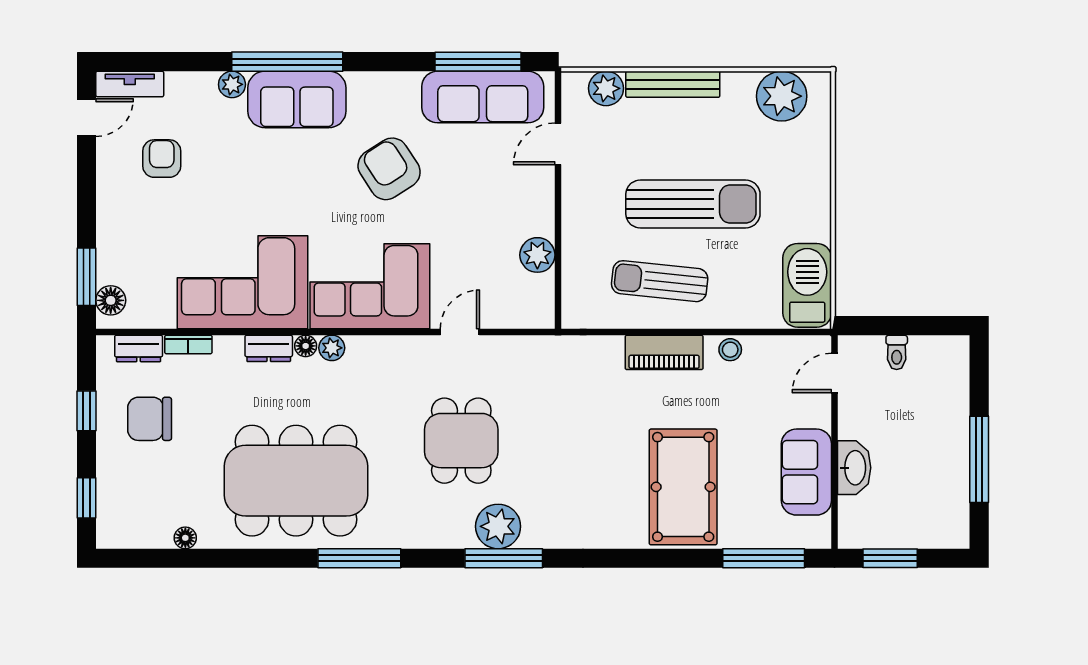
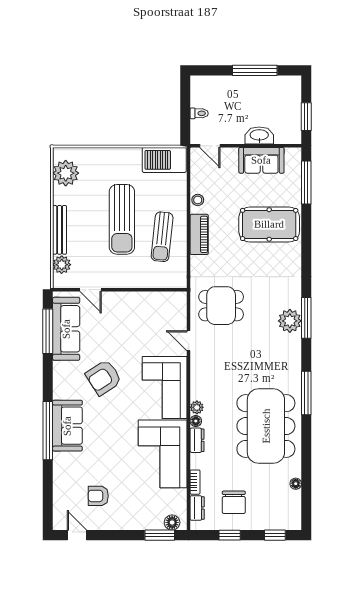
tv unit: (130, 84) -> (59, 513), removed
plant: (232, 84) -> (60, 459), removed
sun lounger: (693, 204) -> (122, 219), turned 180
plant: (537, 255) -> (148, 300), removed
dining table: (461, 441) -> (221, 306), moved

